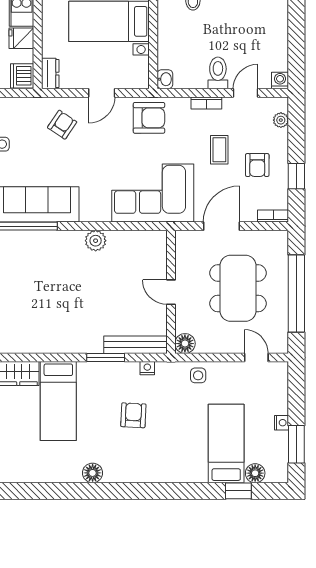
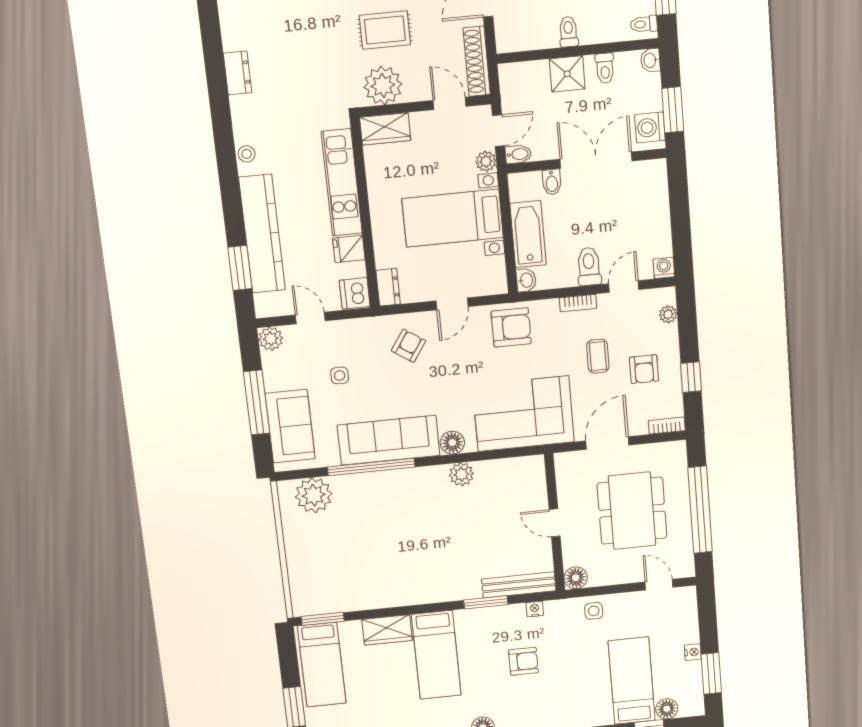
bathtub: (170, 41) -> (528, 234), added
floor lamp: (91, 212) -> (452, 443), added
armchair: (133, 415) -> (523, 661), turned 87

